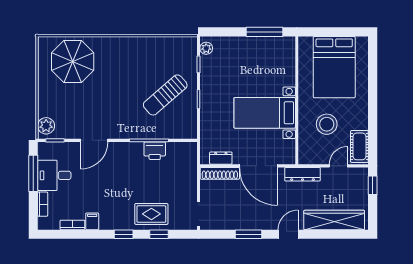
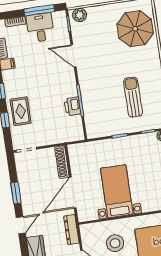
sun lounger: (165, 95) -> (133, 97), moved, turned 41
dresser: (221, 158) -> (75, 161), removed
door: (288, 234) -> (21, 225), hinge flipped

